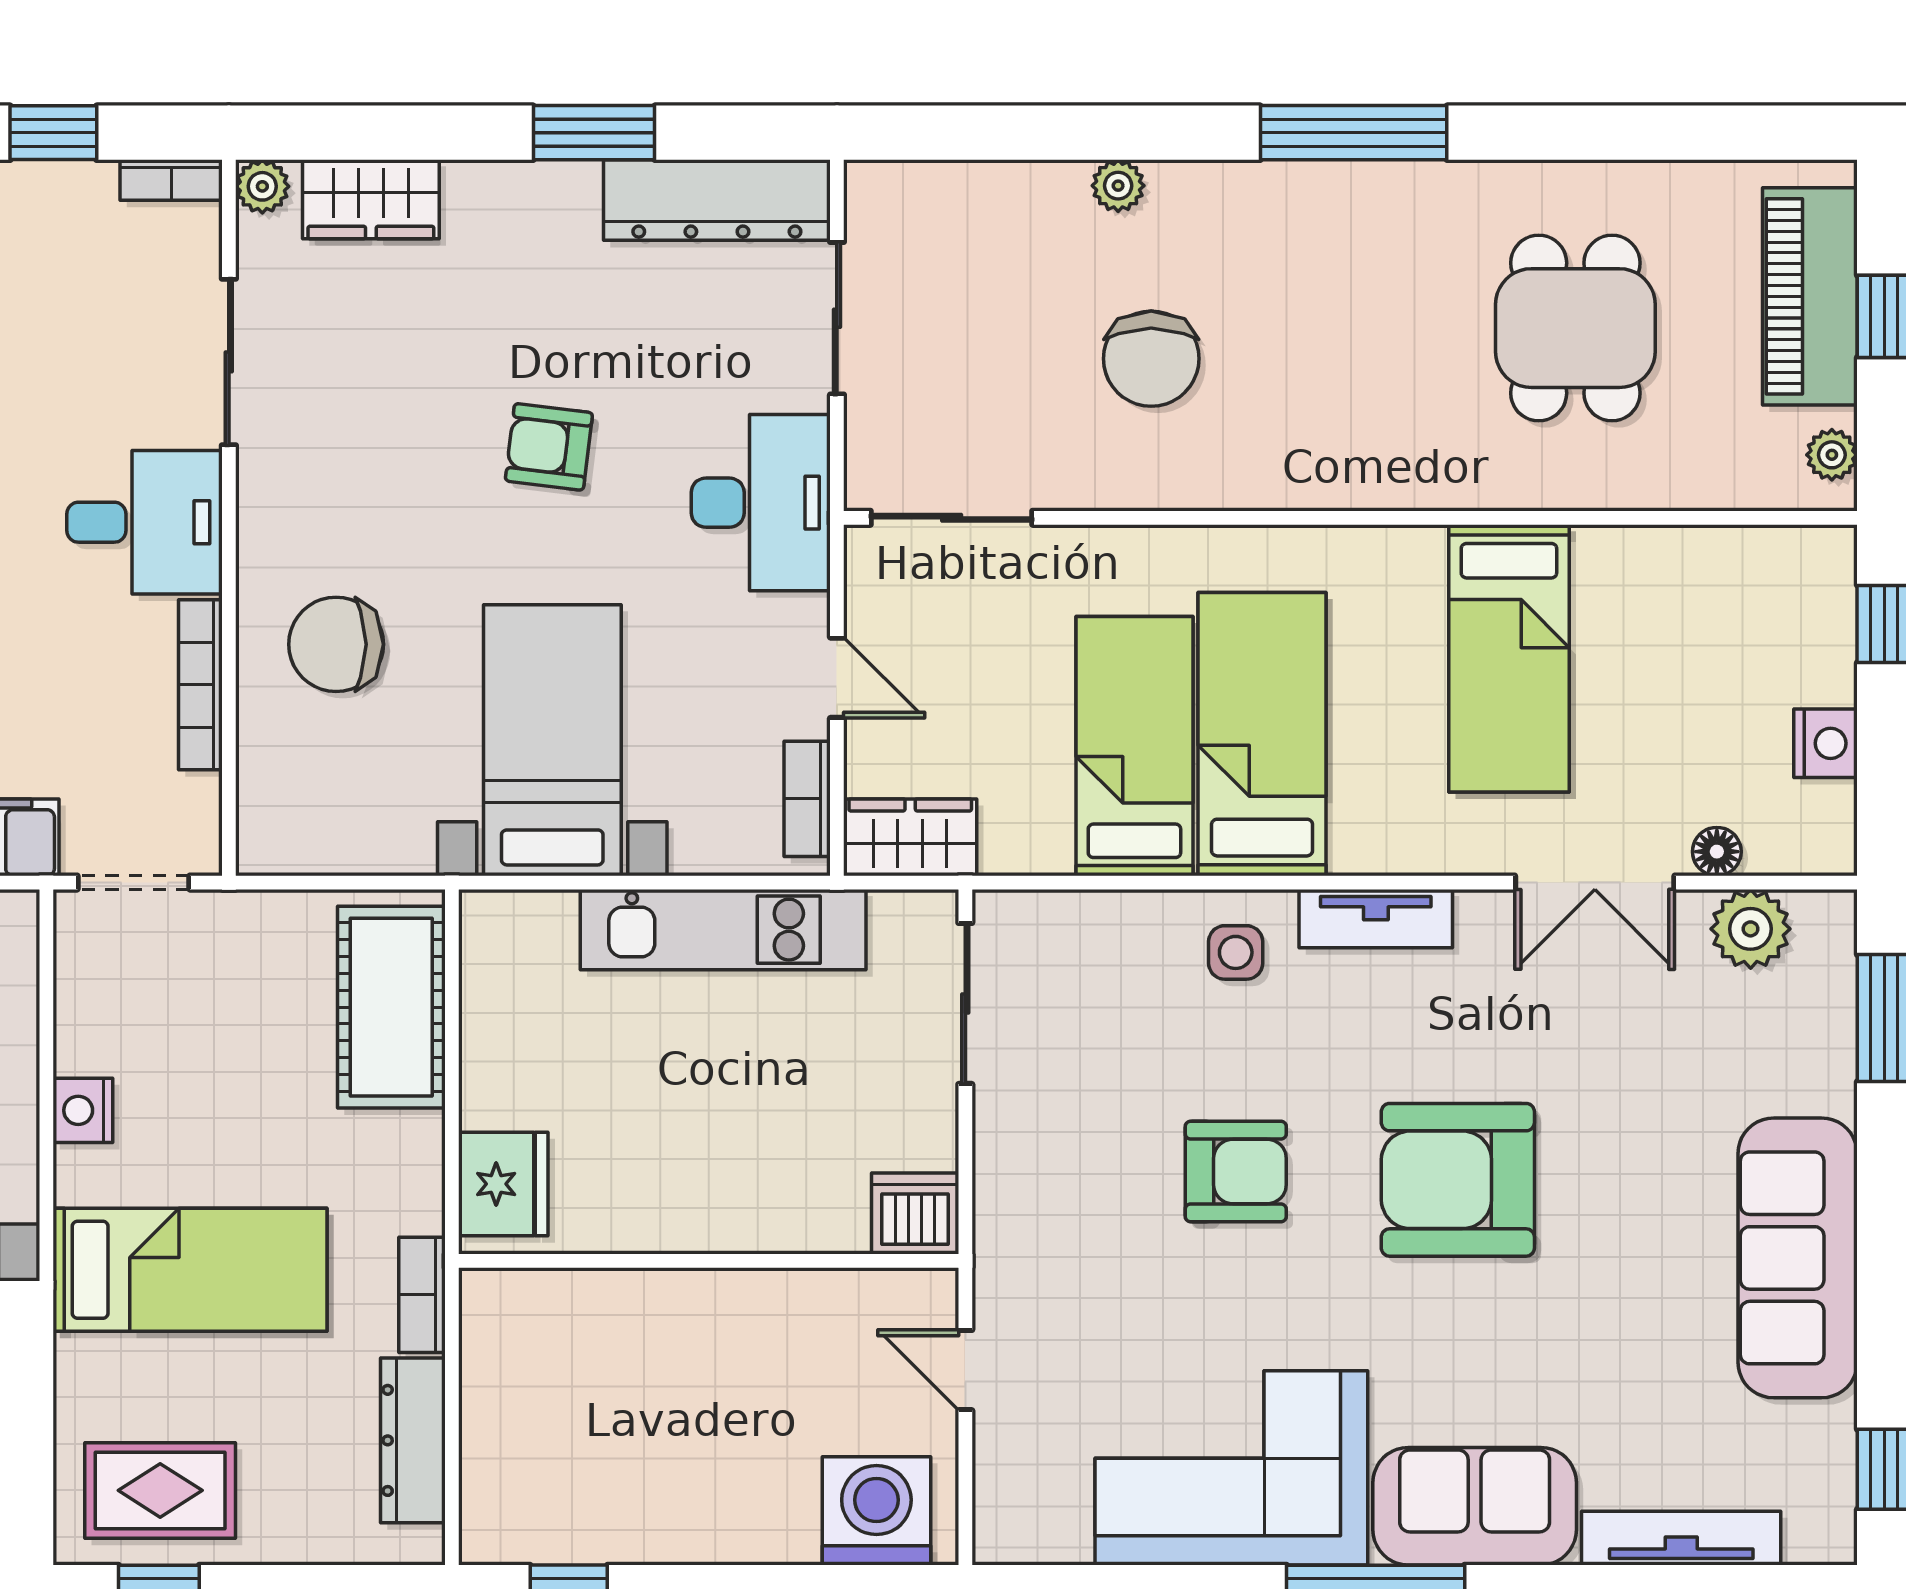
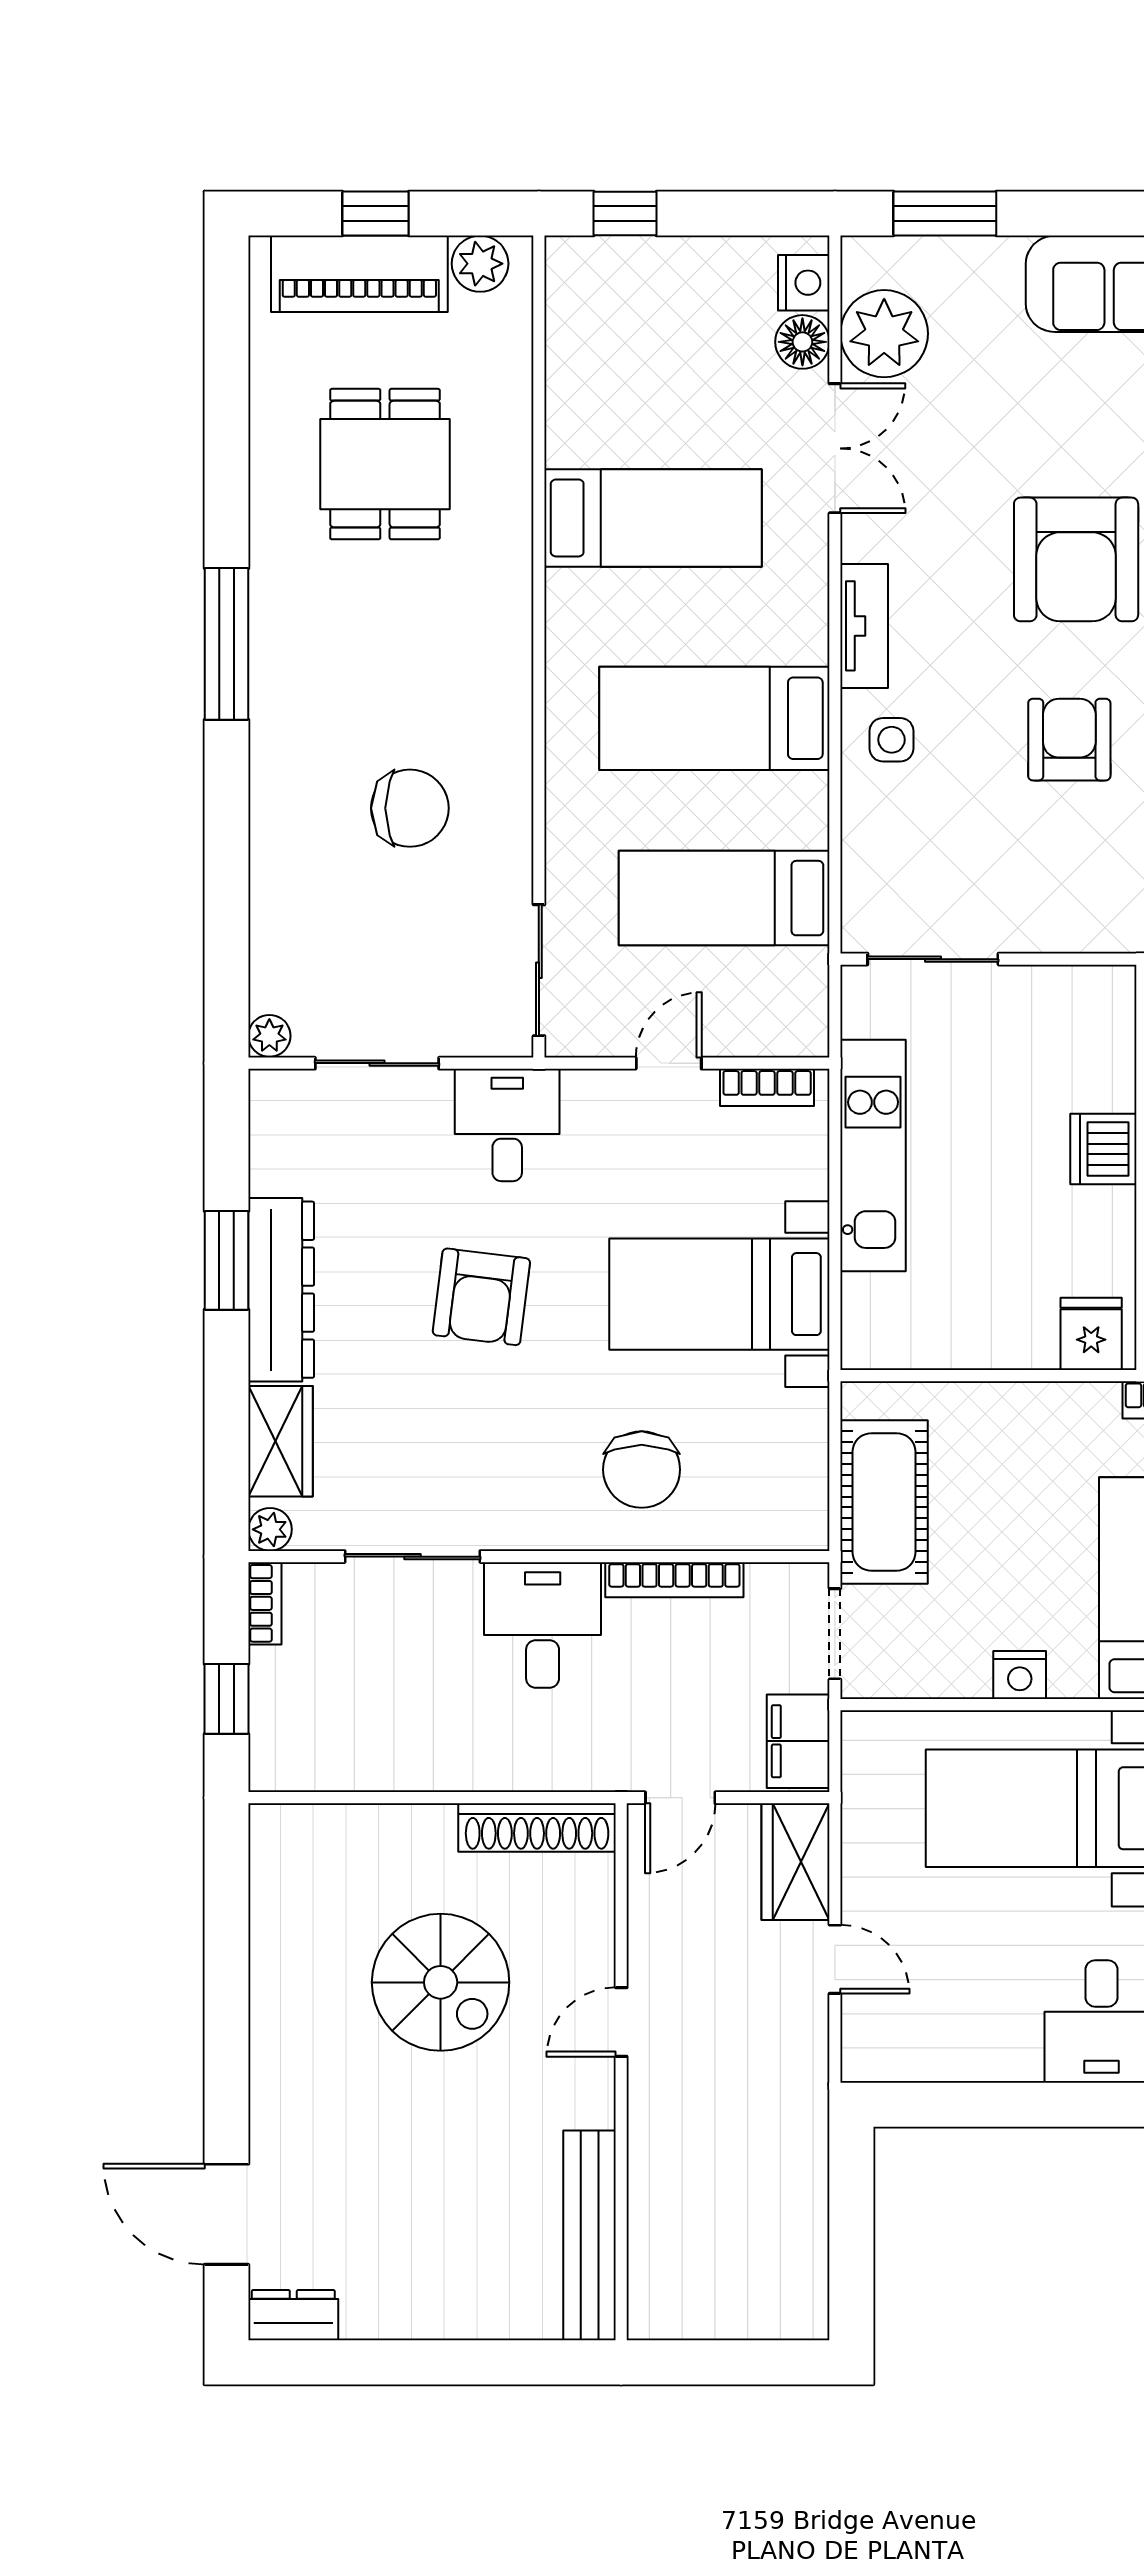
plant: (1118, 186) -> (269, 1036), moved
dresser: (717, 200) -> (281, 1290), moved
dining table: (1575, 328) -> (385, 464), turned 90
armchair: (549, 447) -> (481, 1297), width x1.38, depth x1.38
plant: (1832, 455) -> (480, 264), width x1.38, depth x1.38
desk: (761, 503) -> (507, 1125), width x0.73
nightstand: (1826, 743) -> (804, 283), moved, turned 90
bed: (1134, 746) -> (724, 898), moved
wardrobe: (910, 837) -> (798, 1004), removed
floor lamp: (1717, 852) -> (802, 342), width x1.37, depth x1.37
plant: (1751, 929) -> (884, 334), width x1.36, depth x1.36
cot: (391, 1007) -> (884, 1502), moved, turned 90
fridge: (503, 1184) -> (1091, 1334), width x0.72
dishwasher: (915, 1214) -> (1103, 1149), moved

